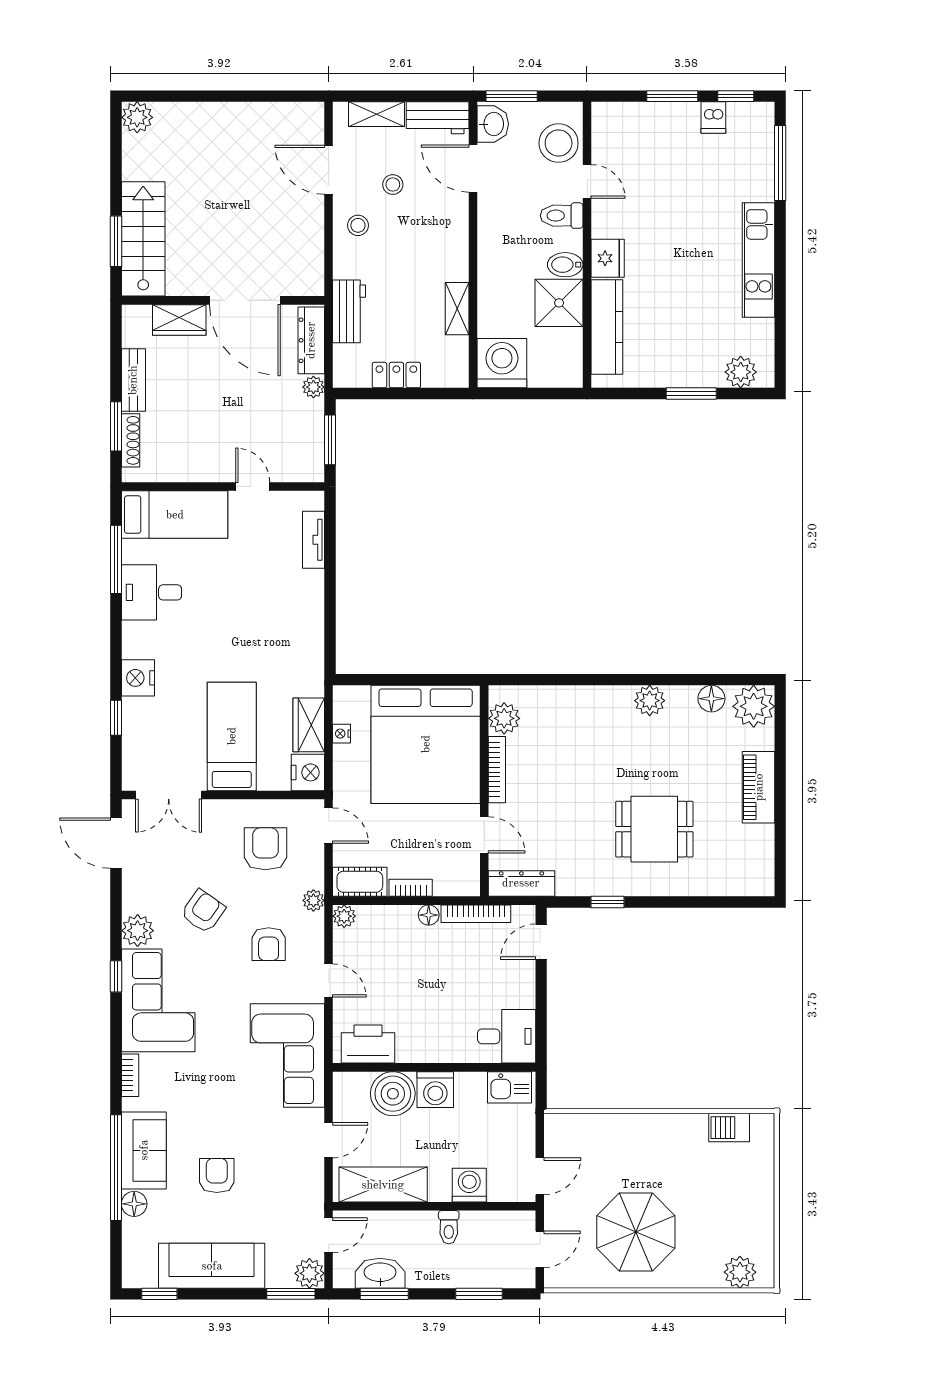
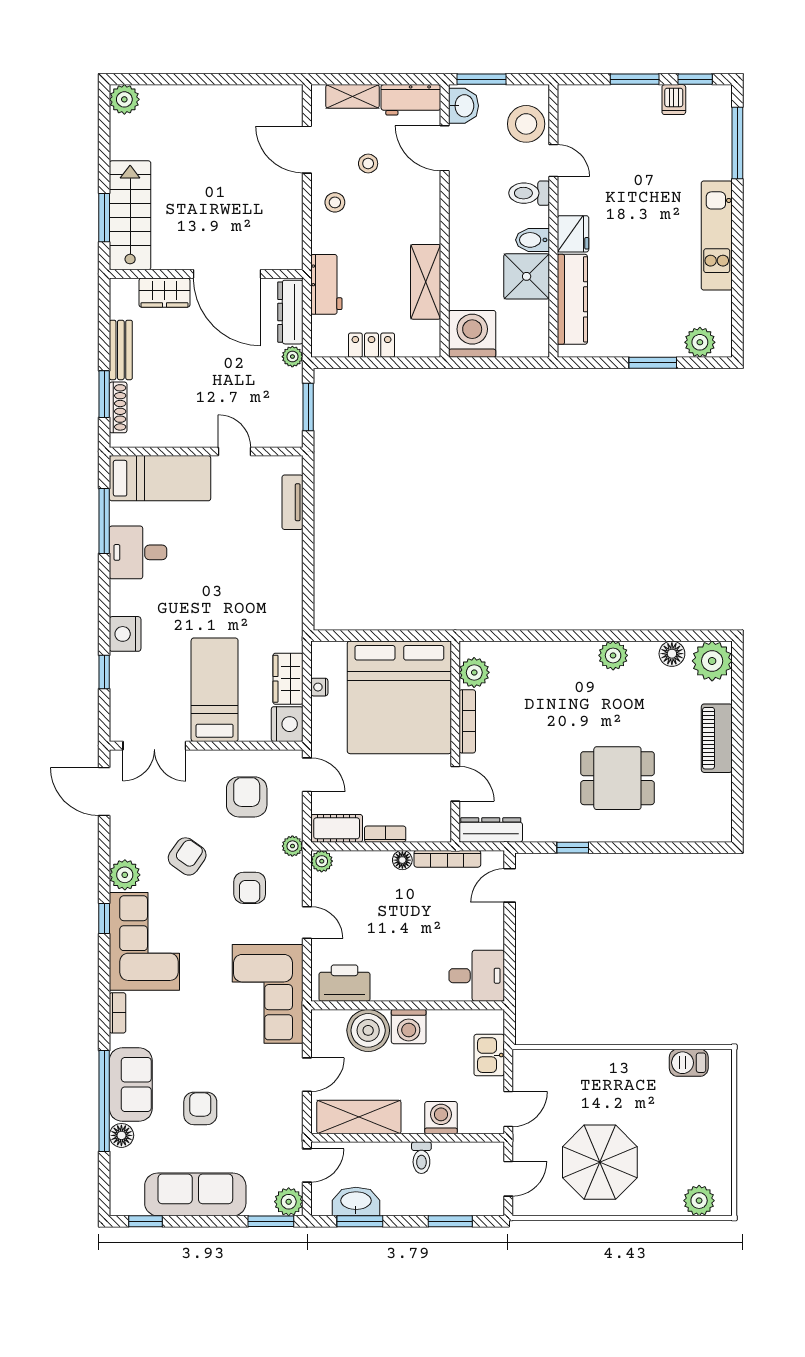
shelving: (457, 309) -> (426, 282), width x1.50, depth x1.33
kitchen sink: (510, 1087) -> (489, 1055), moved, turned 90

